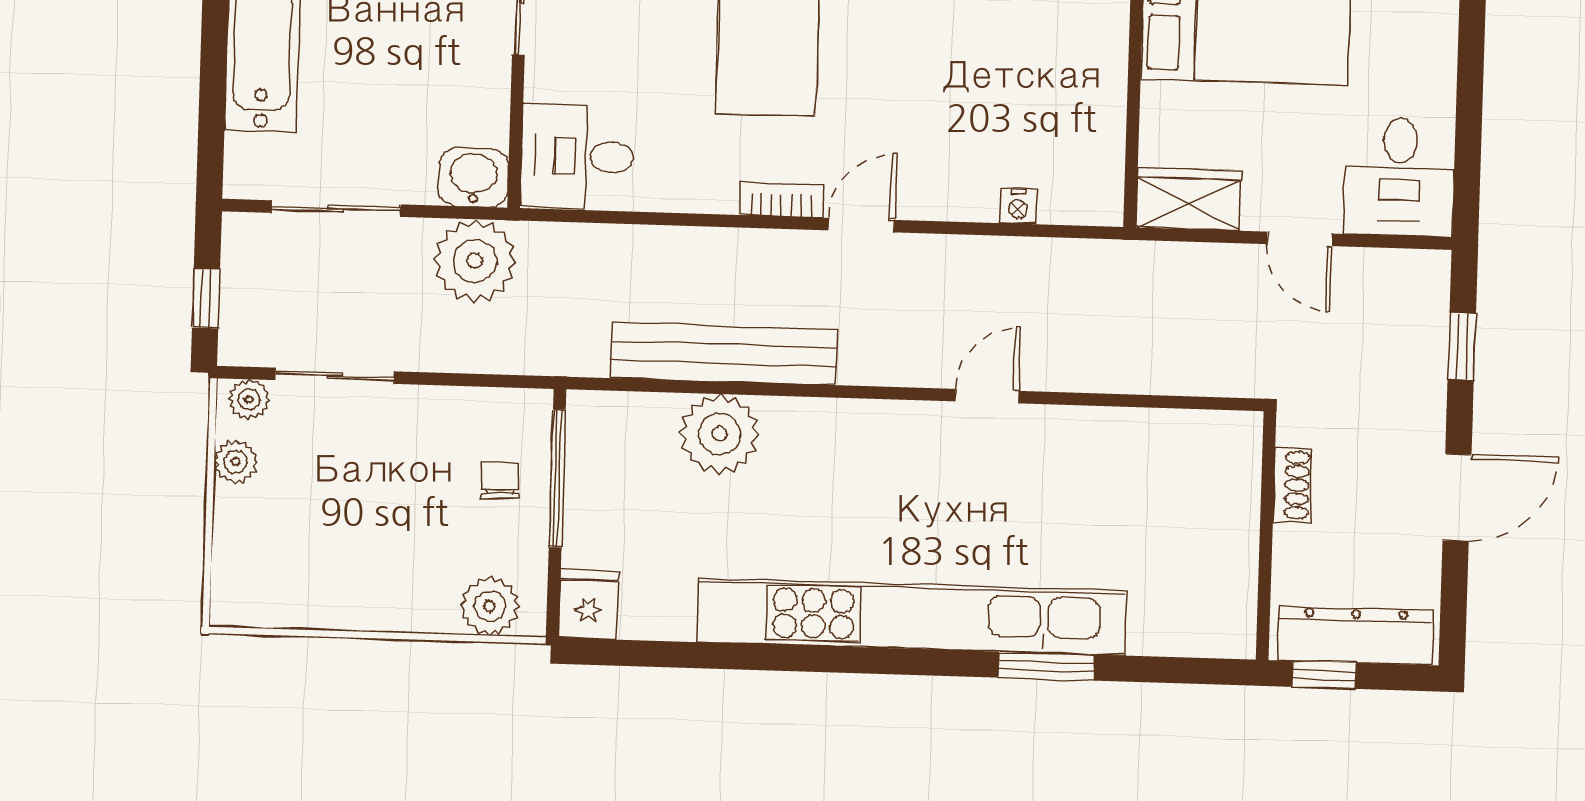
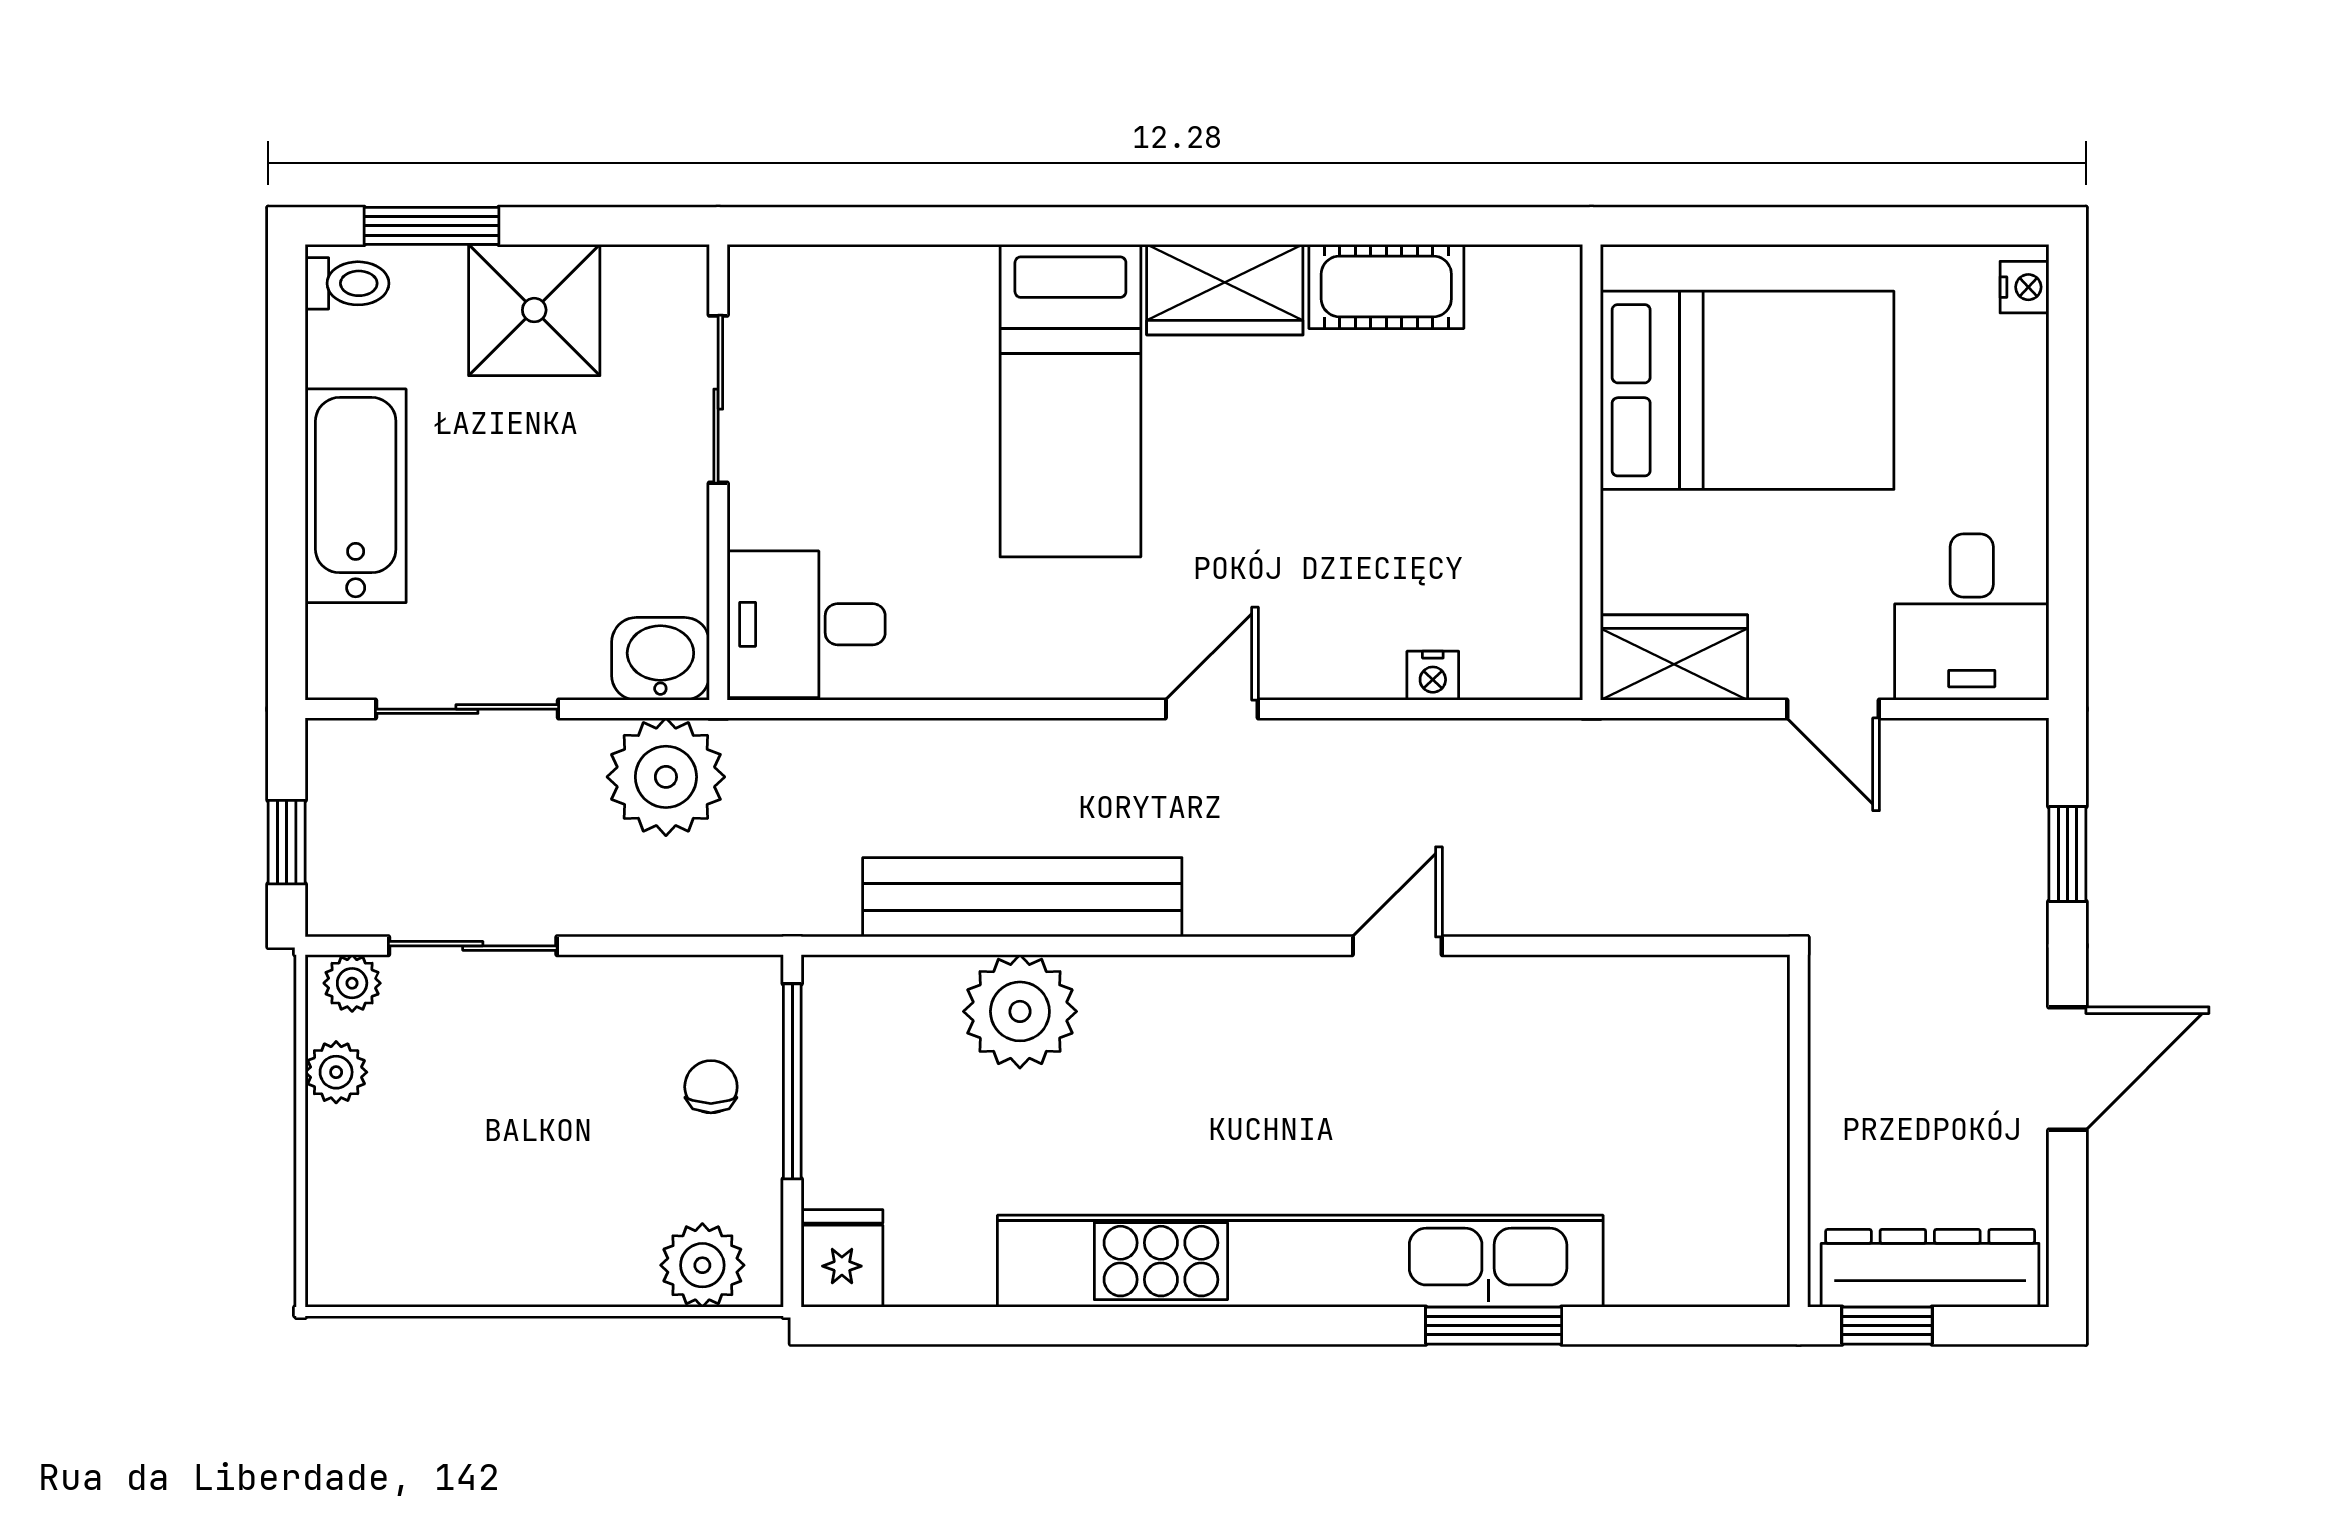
bookcase: (782, 200) -> (1098, 677), removed
shoe rack: (1292, 485) -> (1833, 1058), removed

